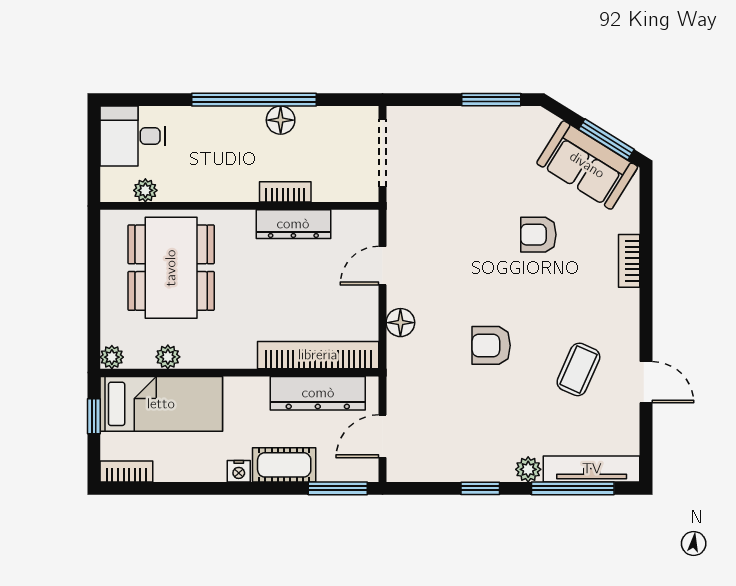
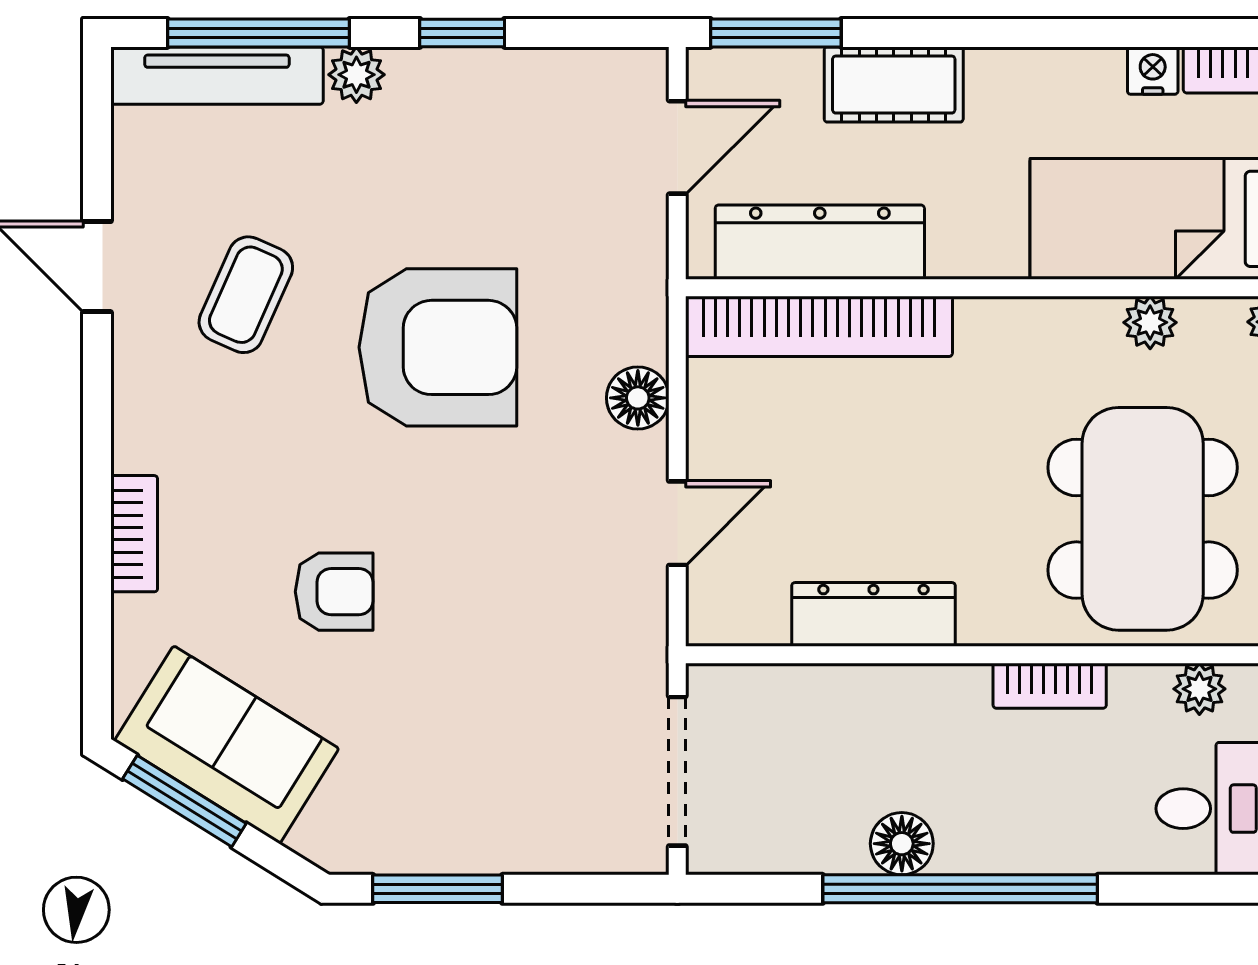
bookcase: (285, 192) -> (1050, 686), moved
armchair: (491, 345) -> (438, 347), width x1.88, depth x1.88
nightstand: (239, 471) -> (1153, 71), moved

